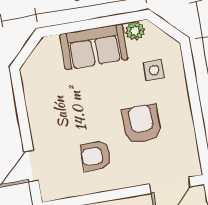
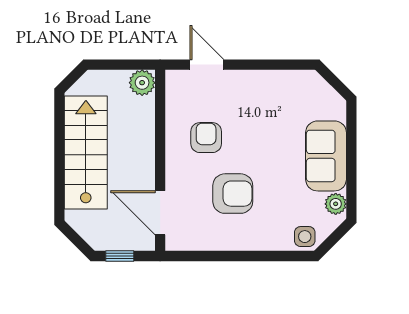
side table: (154, 70) -> (305, 237), moved

